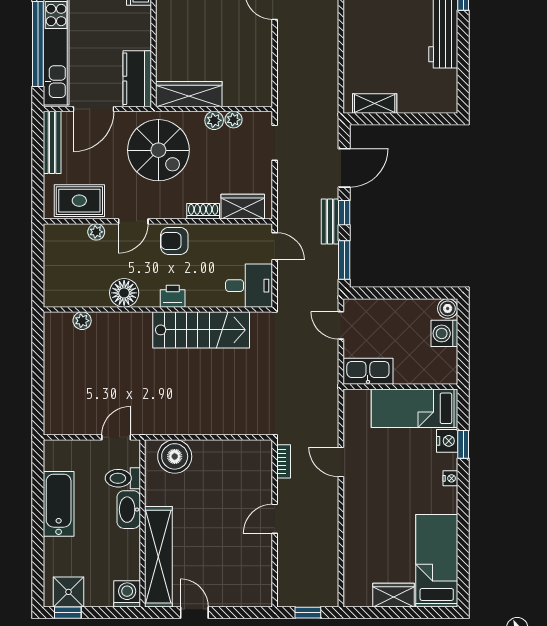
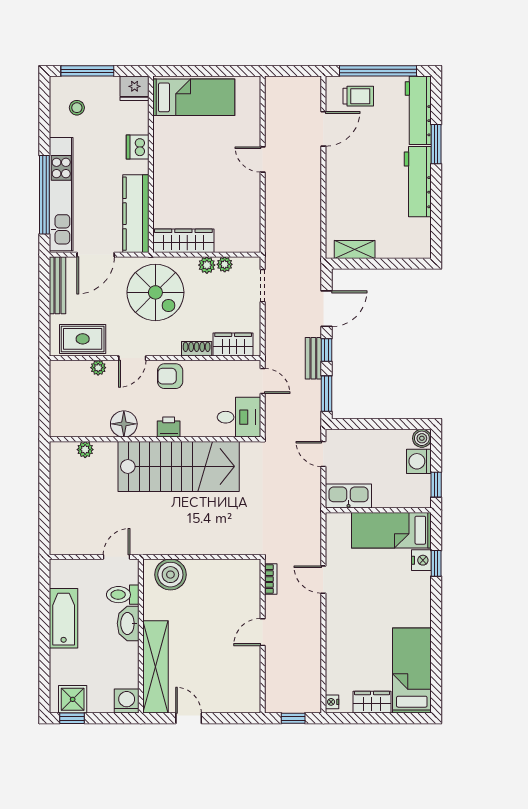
kitchen counter: (137, 79) -> (136, 214), width x1.50
stairs: (201, 330) -> (179, 466), width x1.36, depth x1.51
window: (463, 359) -> (436, 485), added
nightstand: (450, 478) -> (332, 702), moved, turned 180

